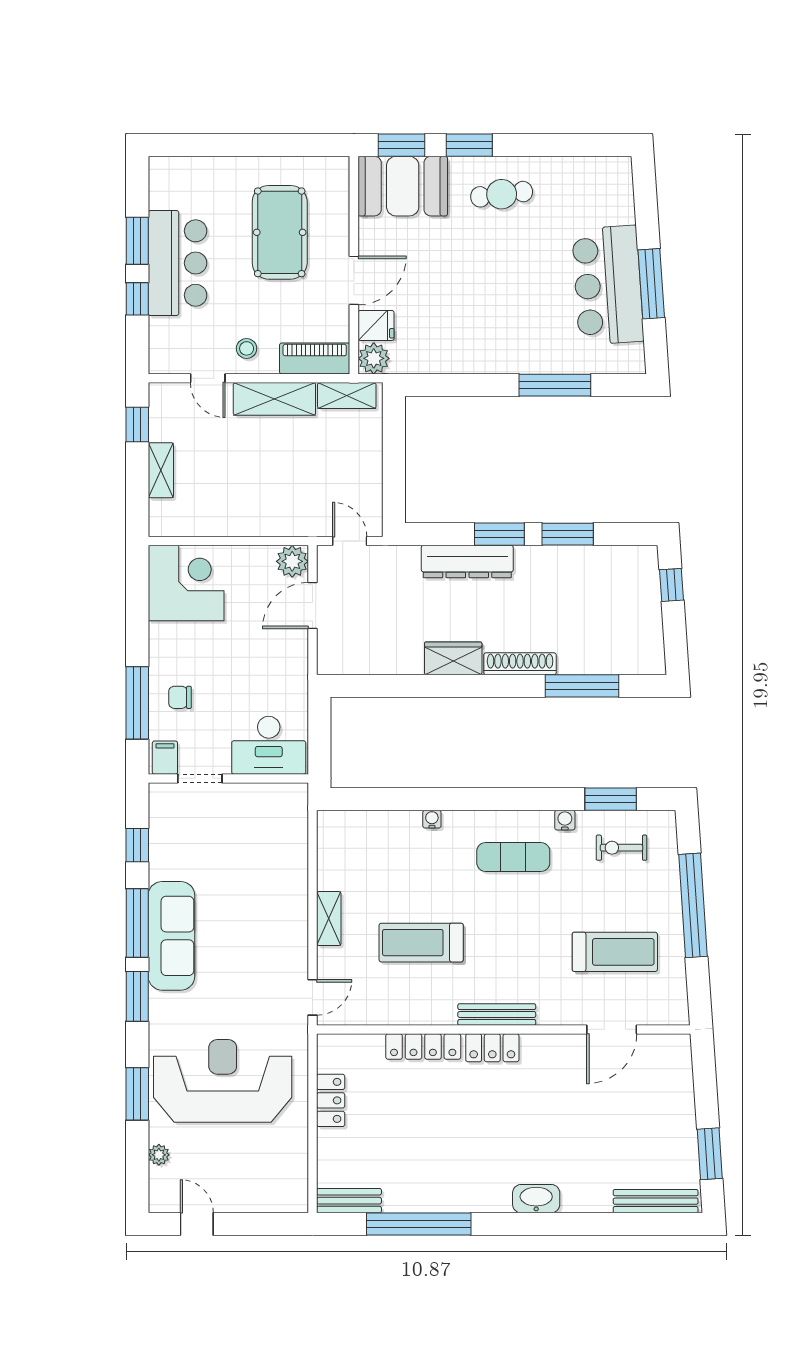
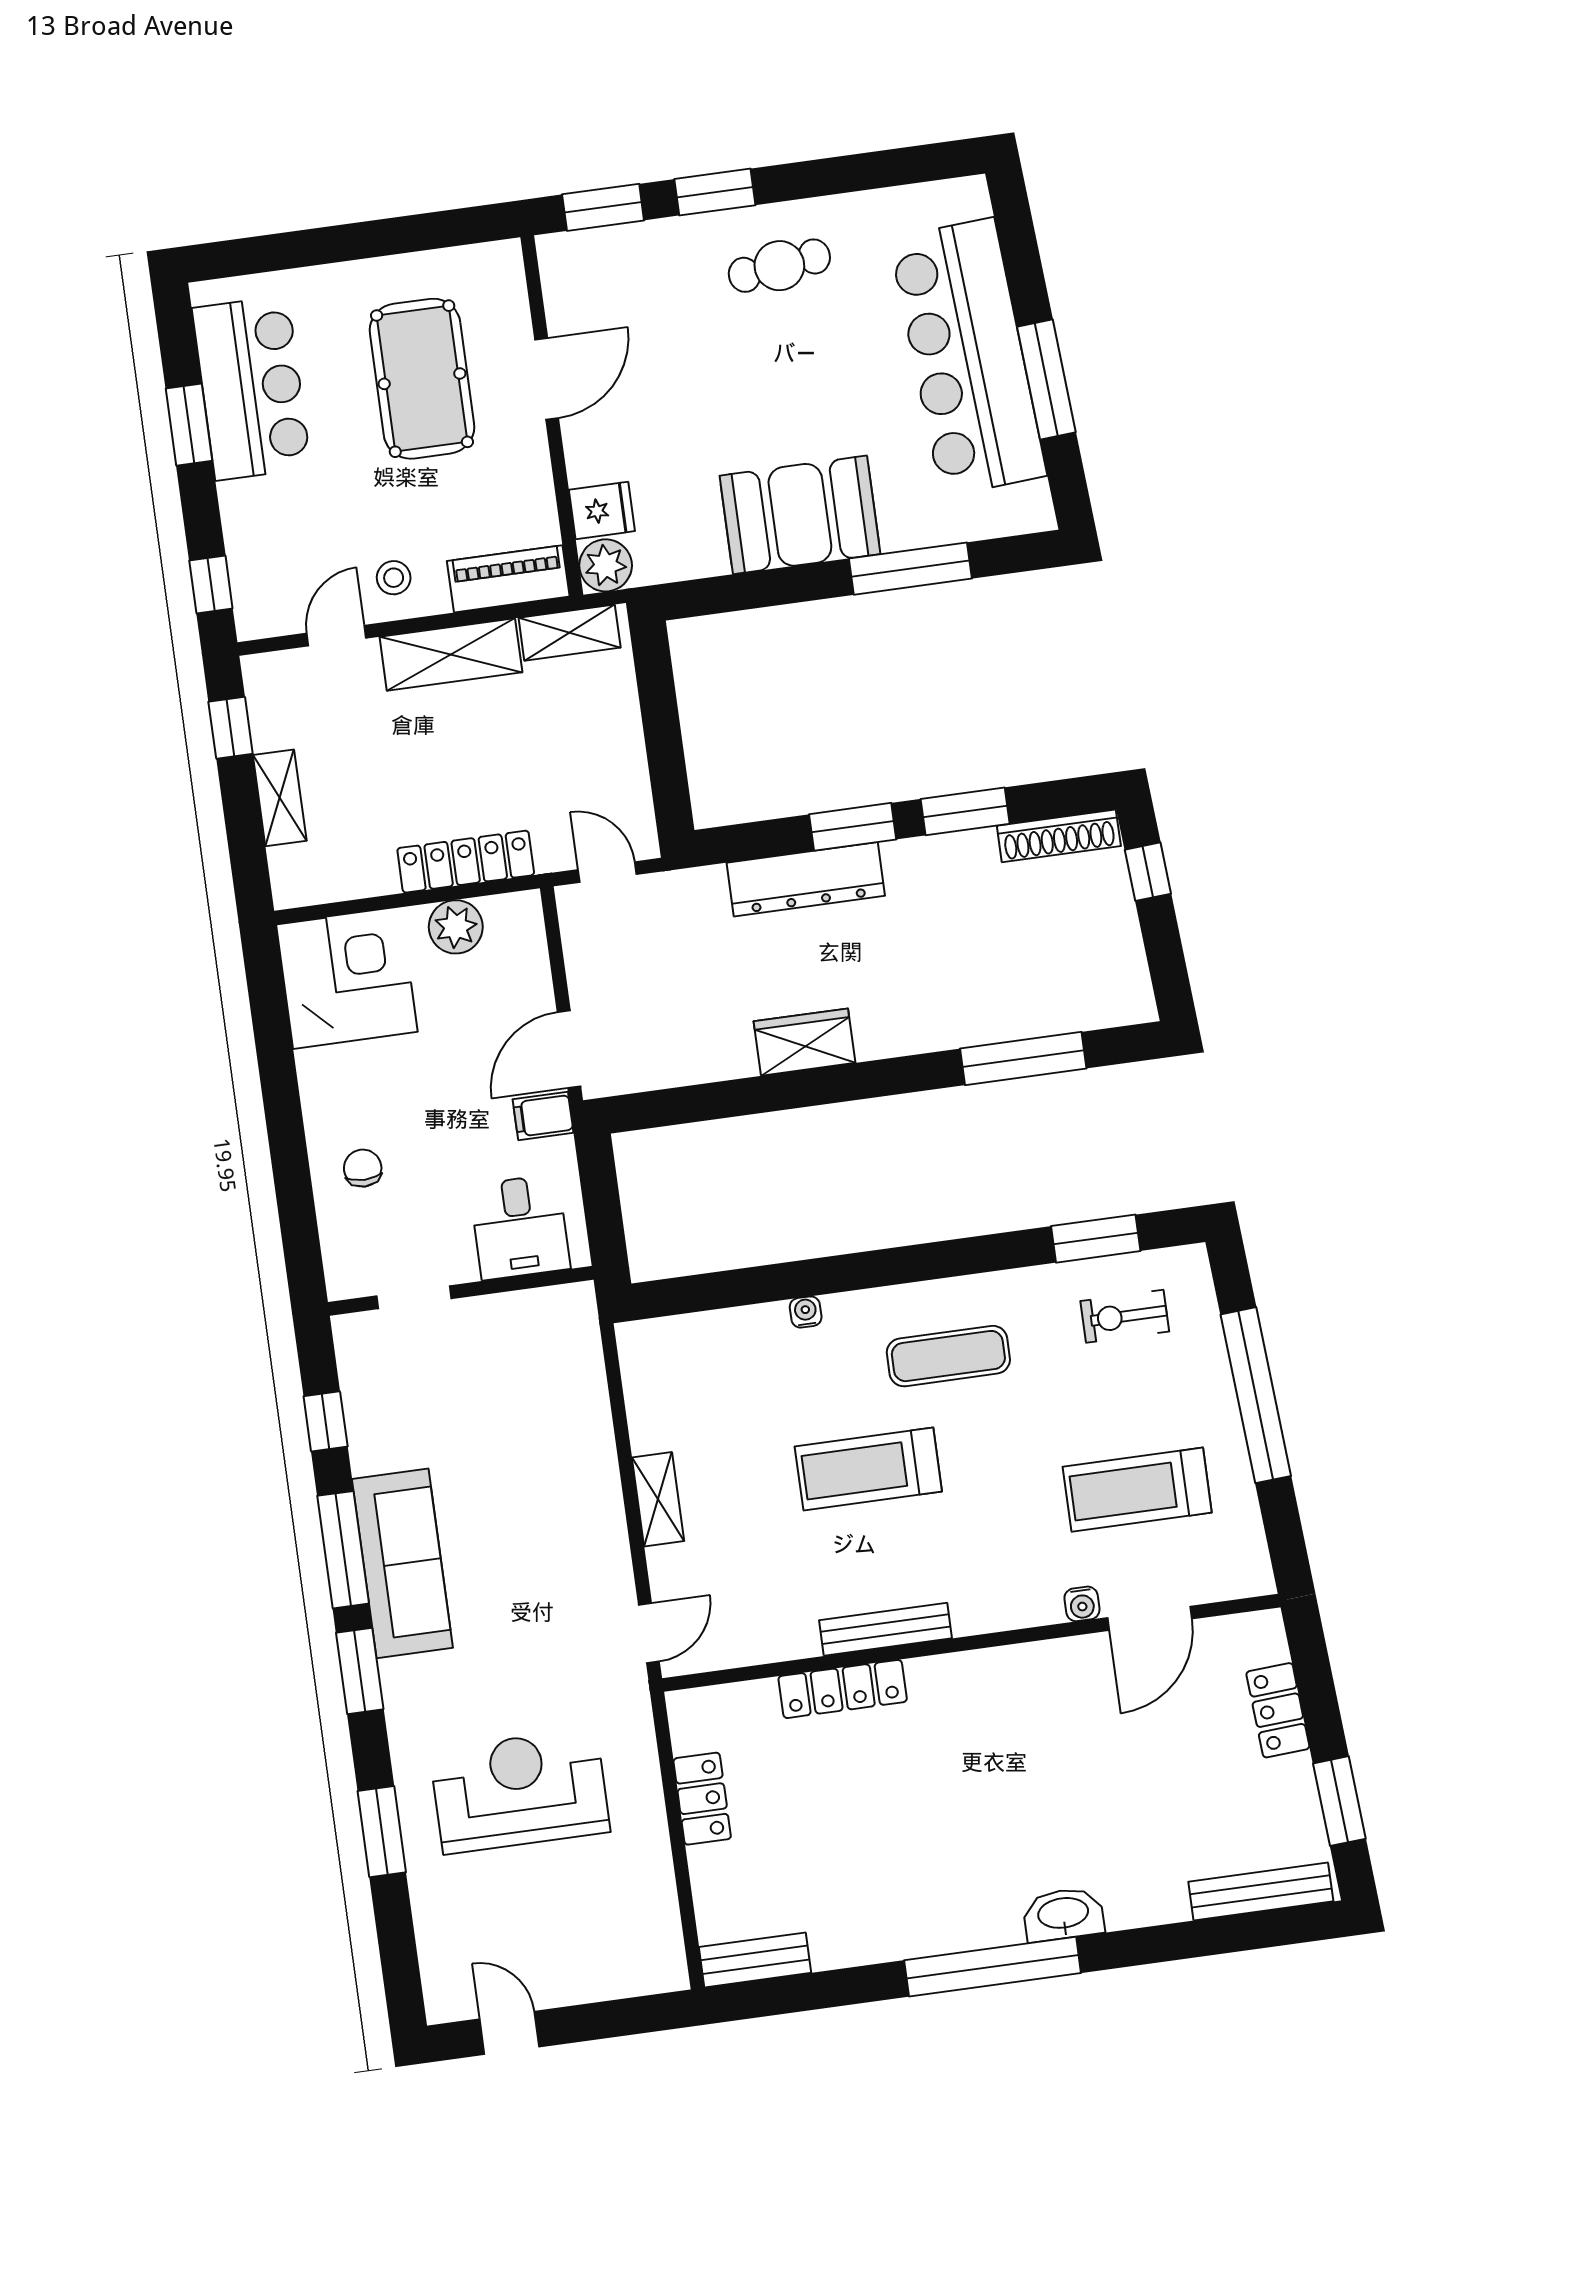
booth: (403, 186) -> (800, 515), moved
bar counter: (177, 263) -> (252, 388), moved
door: (354, 280) -> (547, 379), moved
bar counter: (608, 285) -> (968, 357), width x1.36
window: (137, 299) -> (211, 584), moved
door: (208, 378) -> (336, 636), swing flipped
locker: (266, 523) -> (466, 862), added
plant: (292, 561) -> (456, 927), moved
door: (312, 606) -> (569, 1049), moved
shoe rack: (520, 664) -> (1059, 836), moved, turned 180
chair: (180, 697) -> (363, 1168), turned 90
window: (137, 703) -> (293, 1187), removed
desk: (269, 745) -> (520, 1227), width x0.73
filing cabinet: (165, 758) -> (543, 1116), moved, turned -90
water cooler: (565, 820) -> (1082, 1604), moved, turned 180
treadmill: (421, 943) -> (868, 1469), moved
treadmill: (615, 952) -> (1137, 1490), turned 180
bench: (497, 1014) -> (886, 1629), moved
locker: (492, 1048) -> (1278, 1710), moved, turned 86
reception desk: (223, 1081) -> (520, 1791), width x0.74, depth x0.77
plant: (159, 1155) -> (431, 1927), removed
window: (419, 1224) -> (993, 1967), moved

